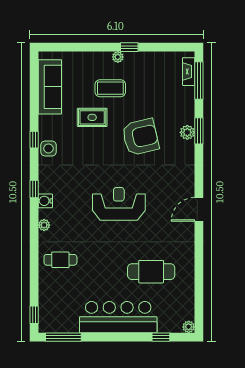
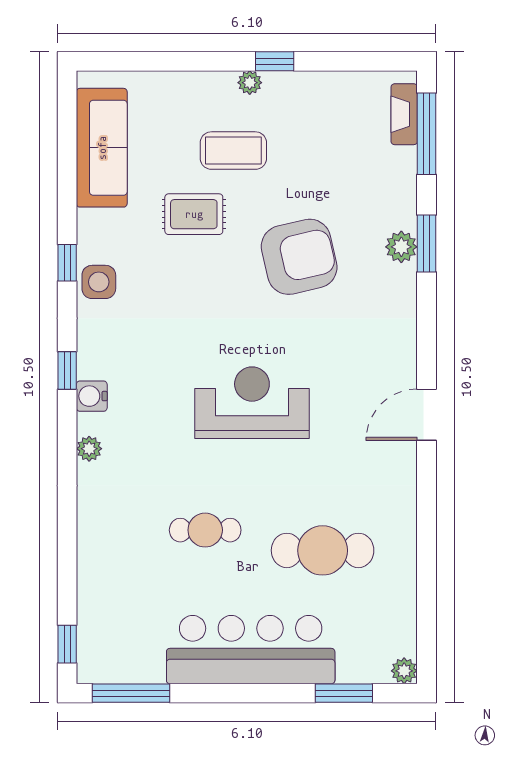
cafe table: (60, 260) -> (205, 530), moved
window: (161, 337) -> (344, 693), width x1.50

